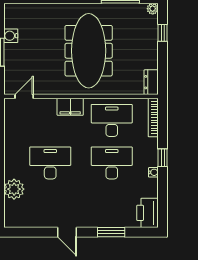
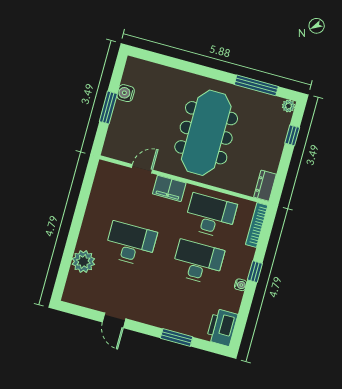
door: (24, 96) -> (142, 169), moved
door: (67, 232) -> (114, 320), moved

